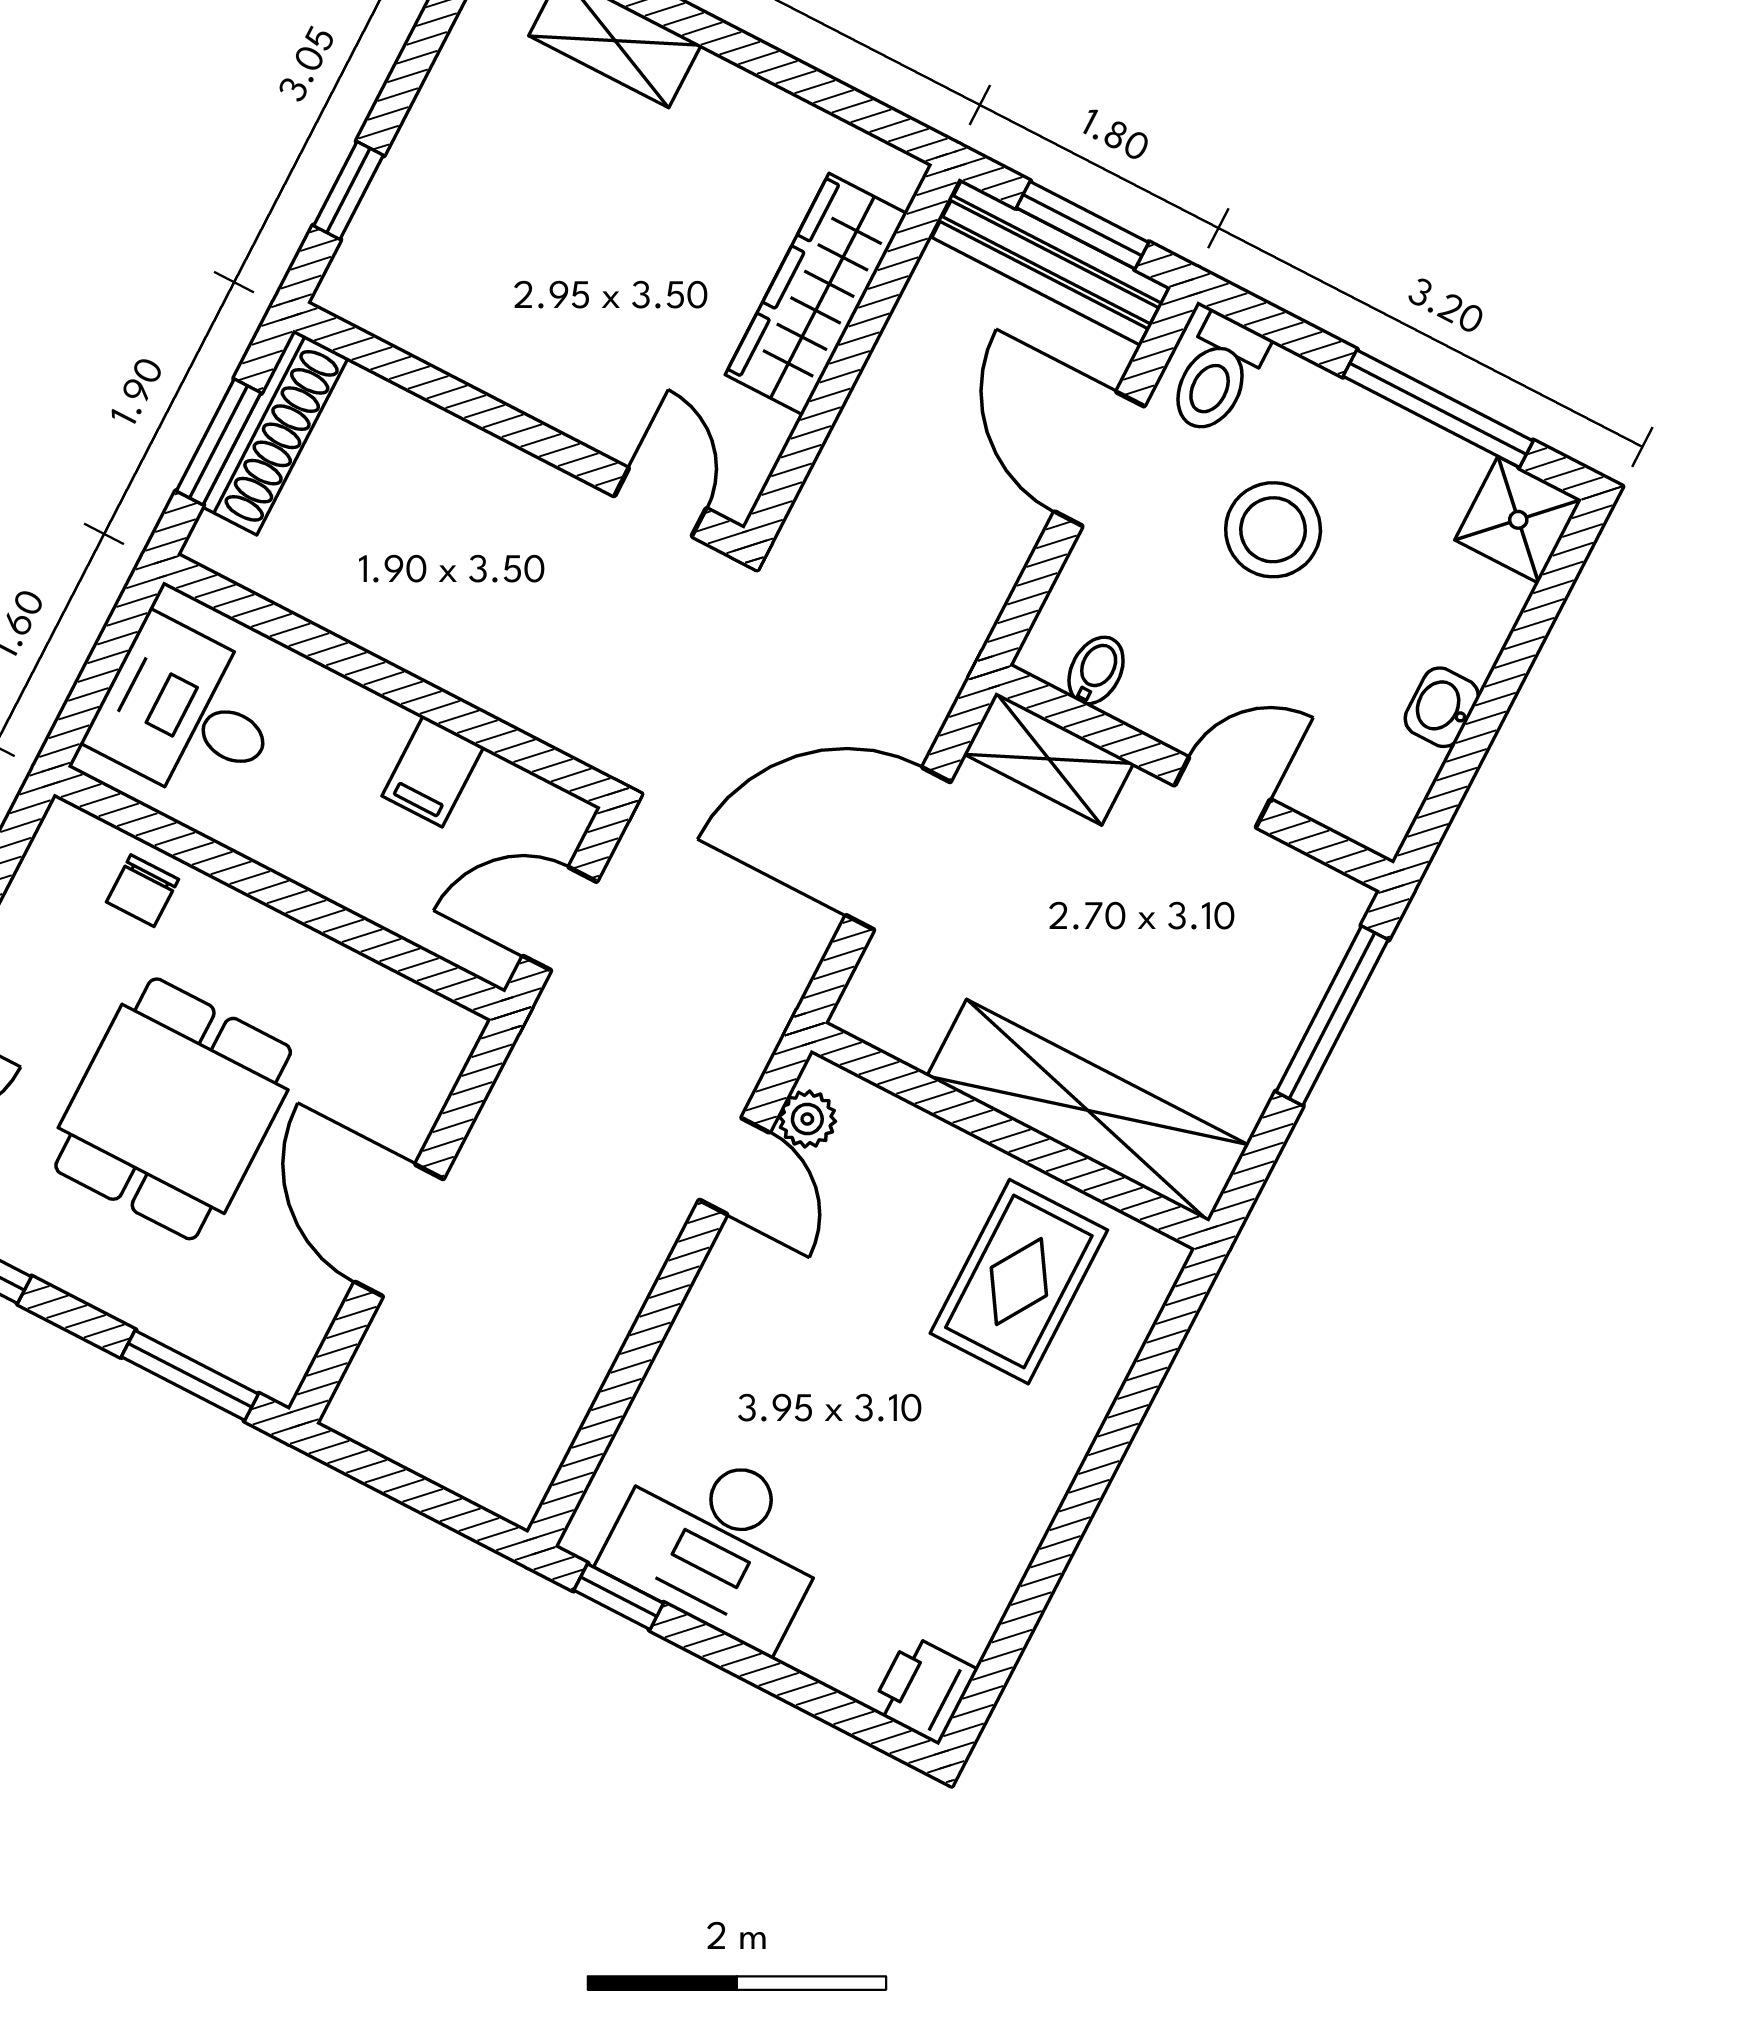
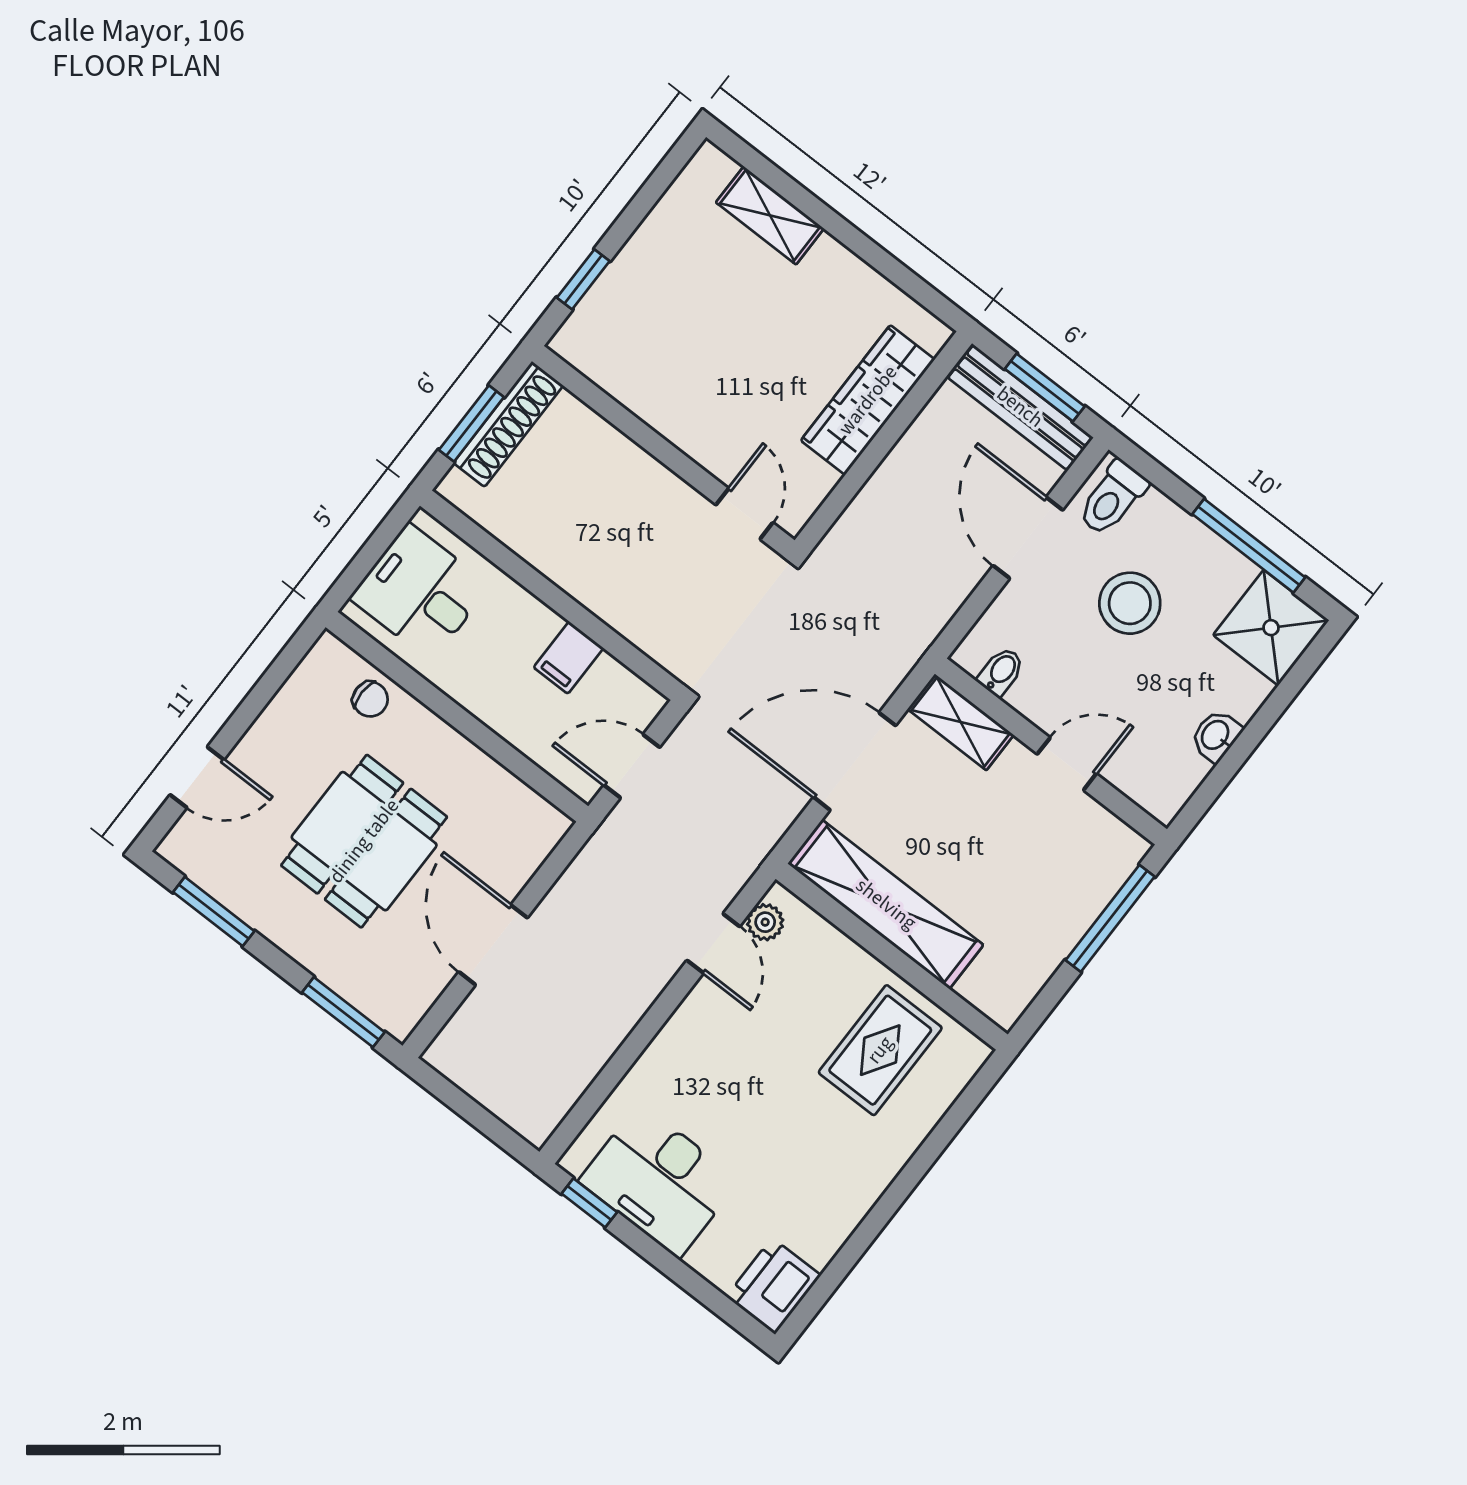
shower: (1518, 520) -> (1271, 628), width x1.36, depth x1.36
chair: (142, 891) -> (370, 699), turned -90
shelving: (1088, 1110) -> (886, 904), moved
printer: (924, 1689) -> (773, 1286), width x1.36, depth x1.24

